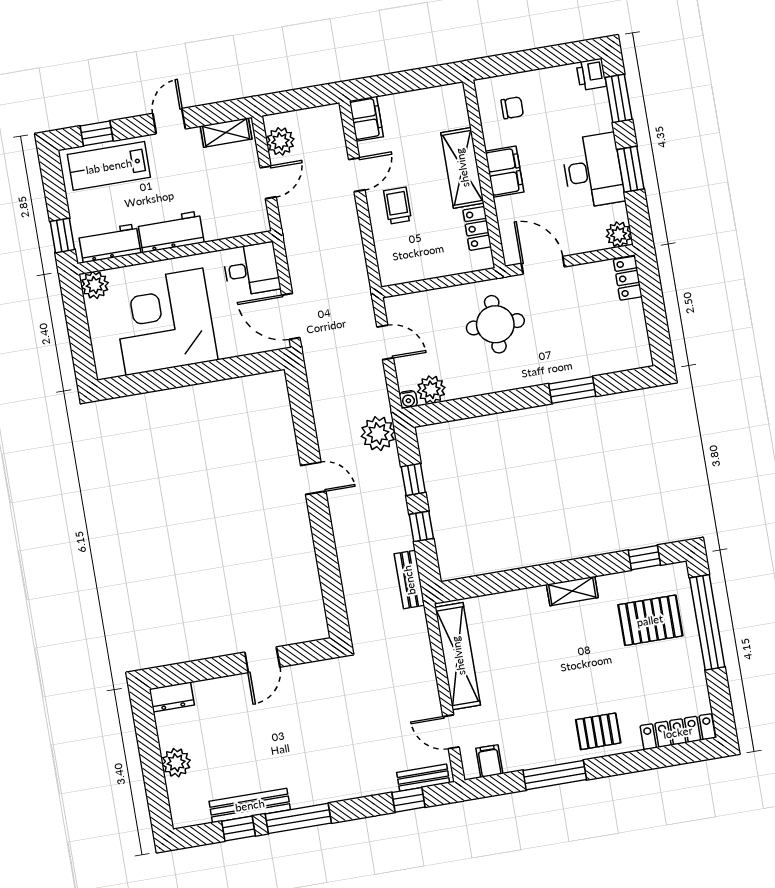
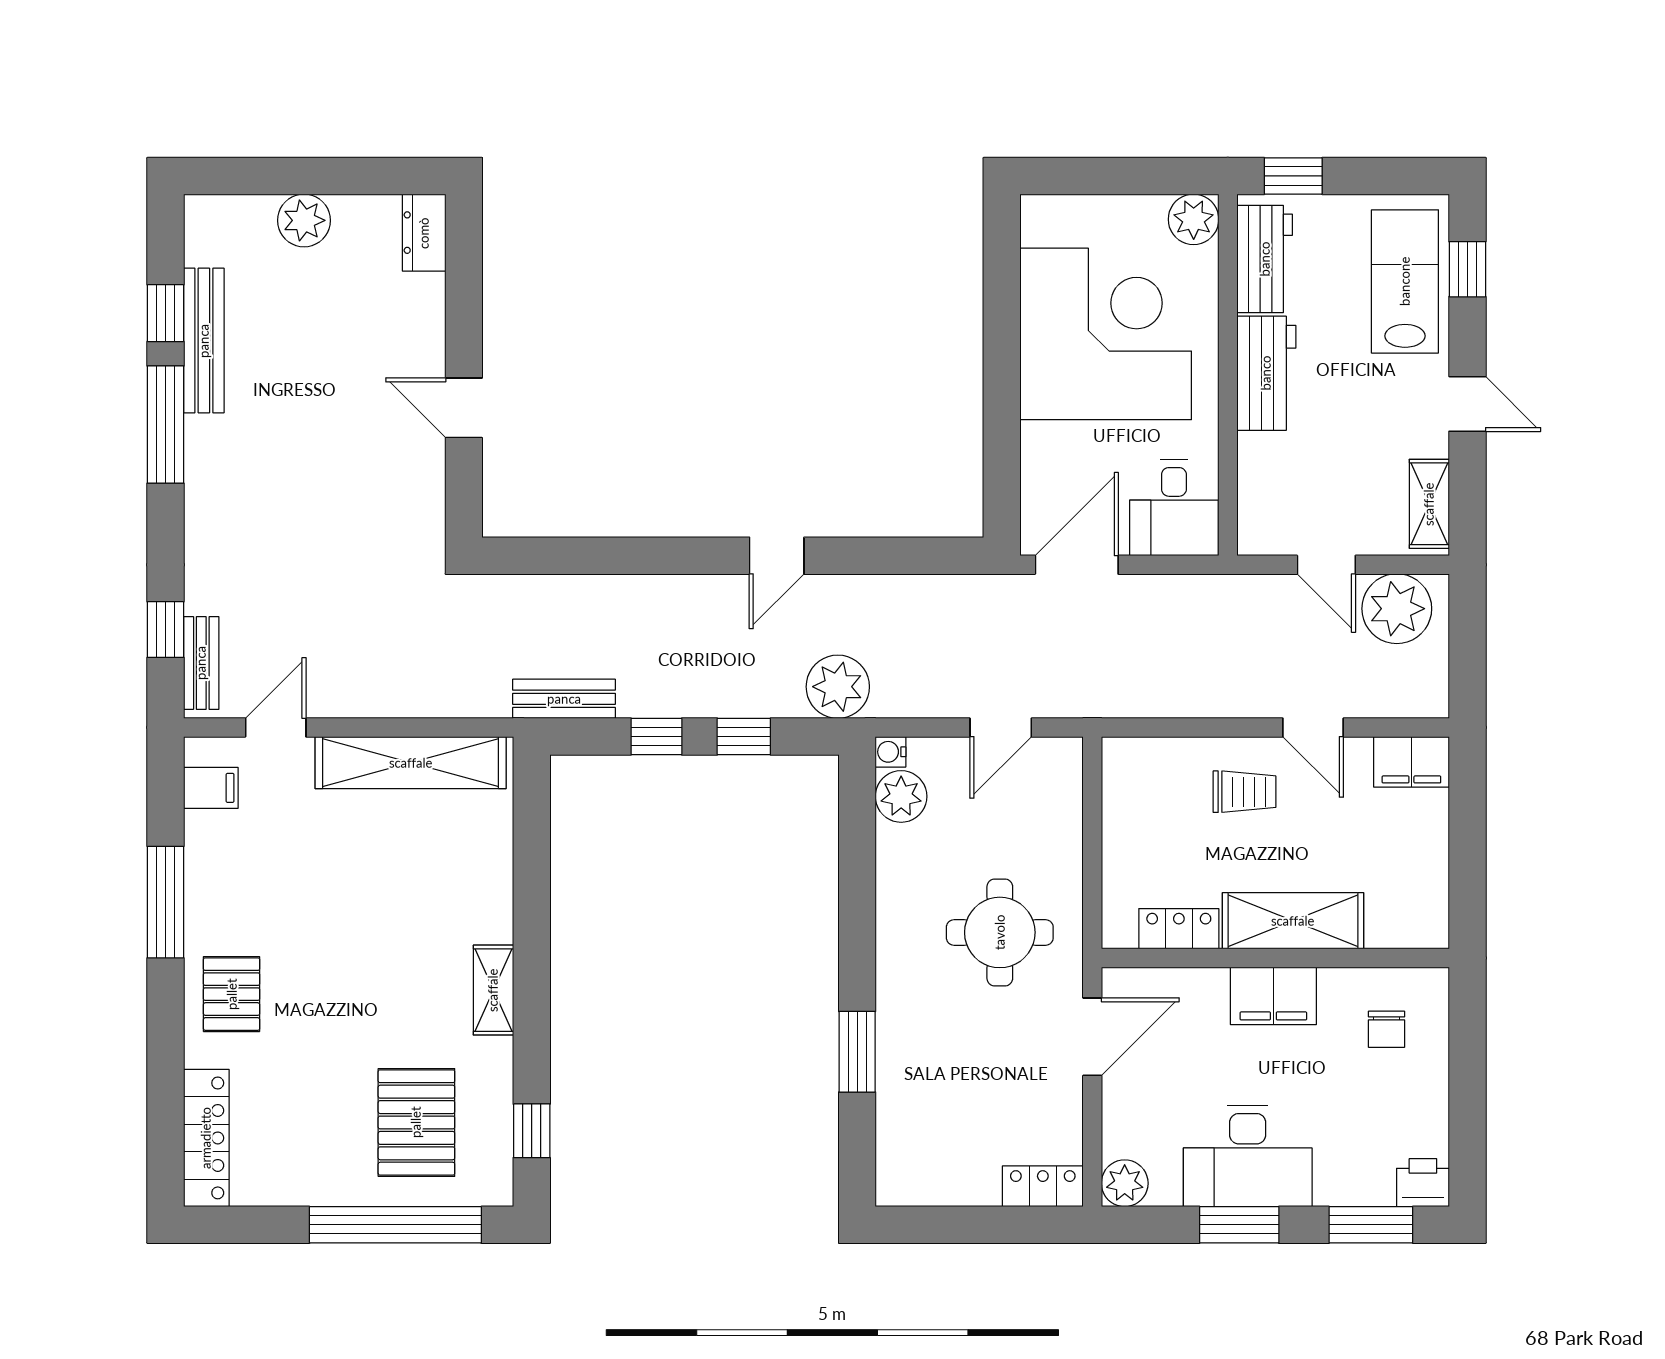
plant: (280, 141) -> (1397, 609), width x1.36, depth x1.36

